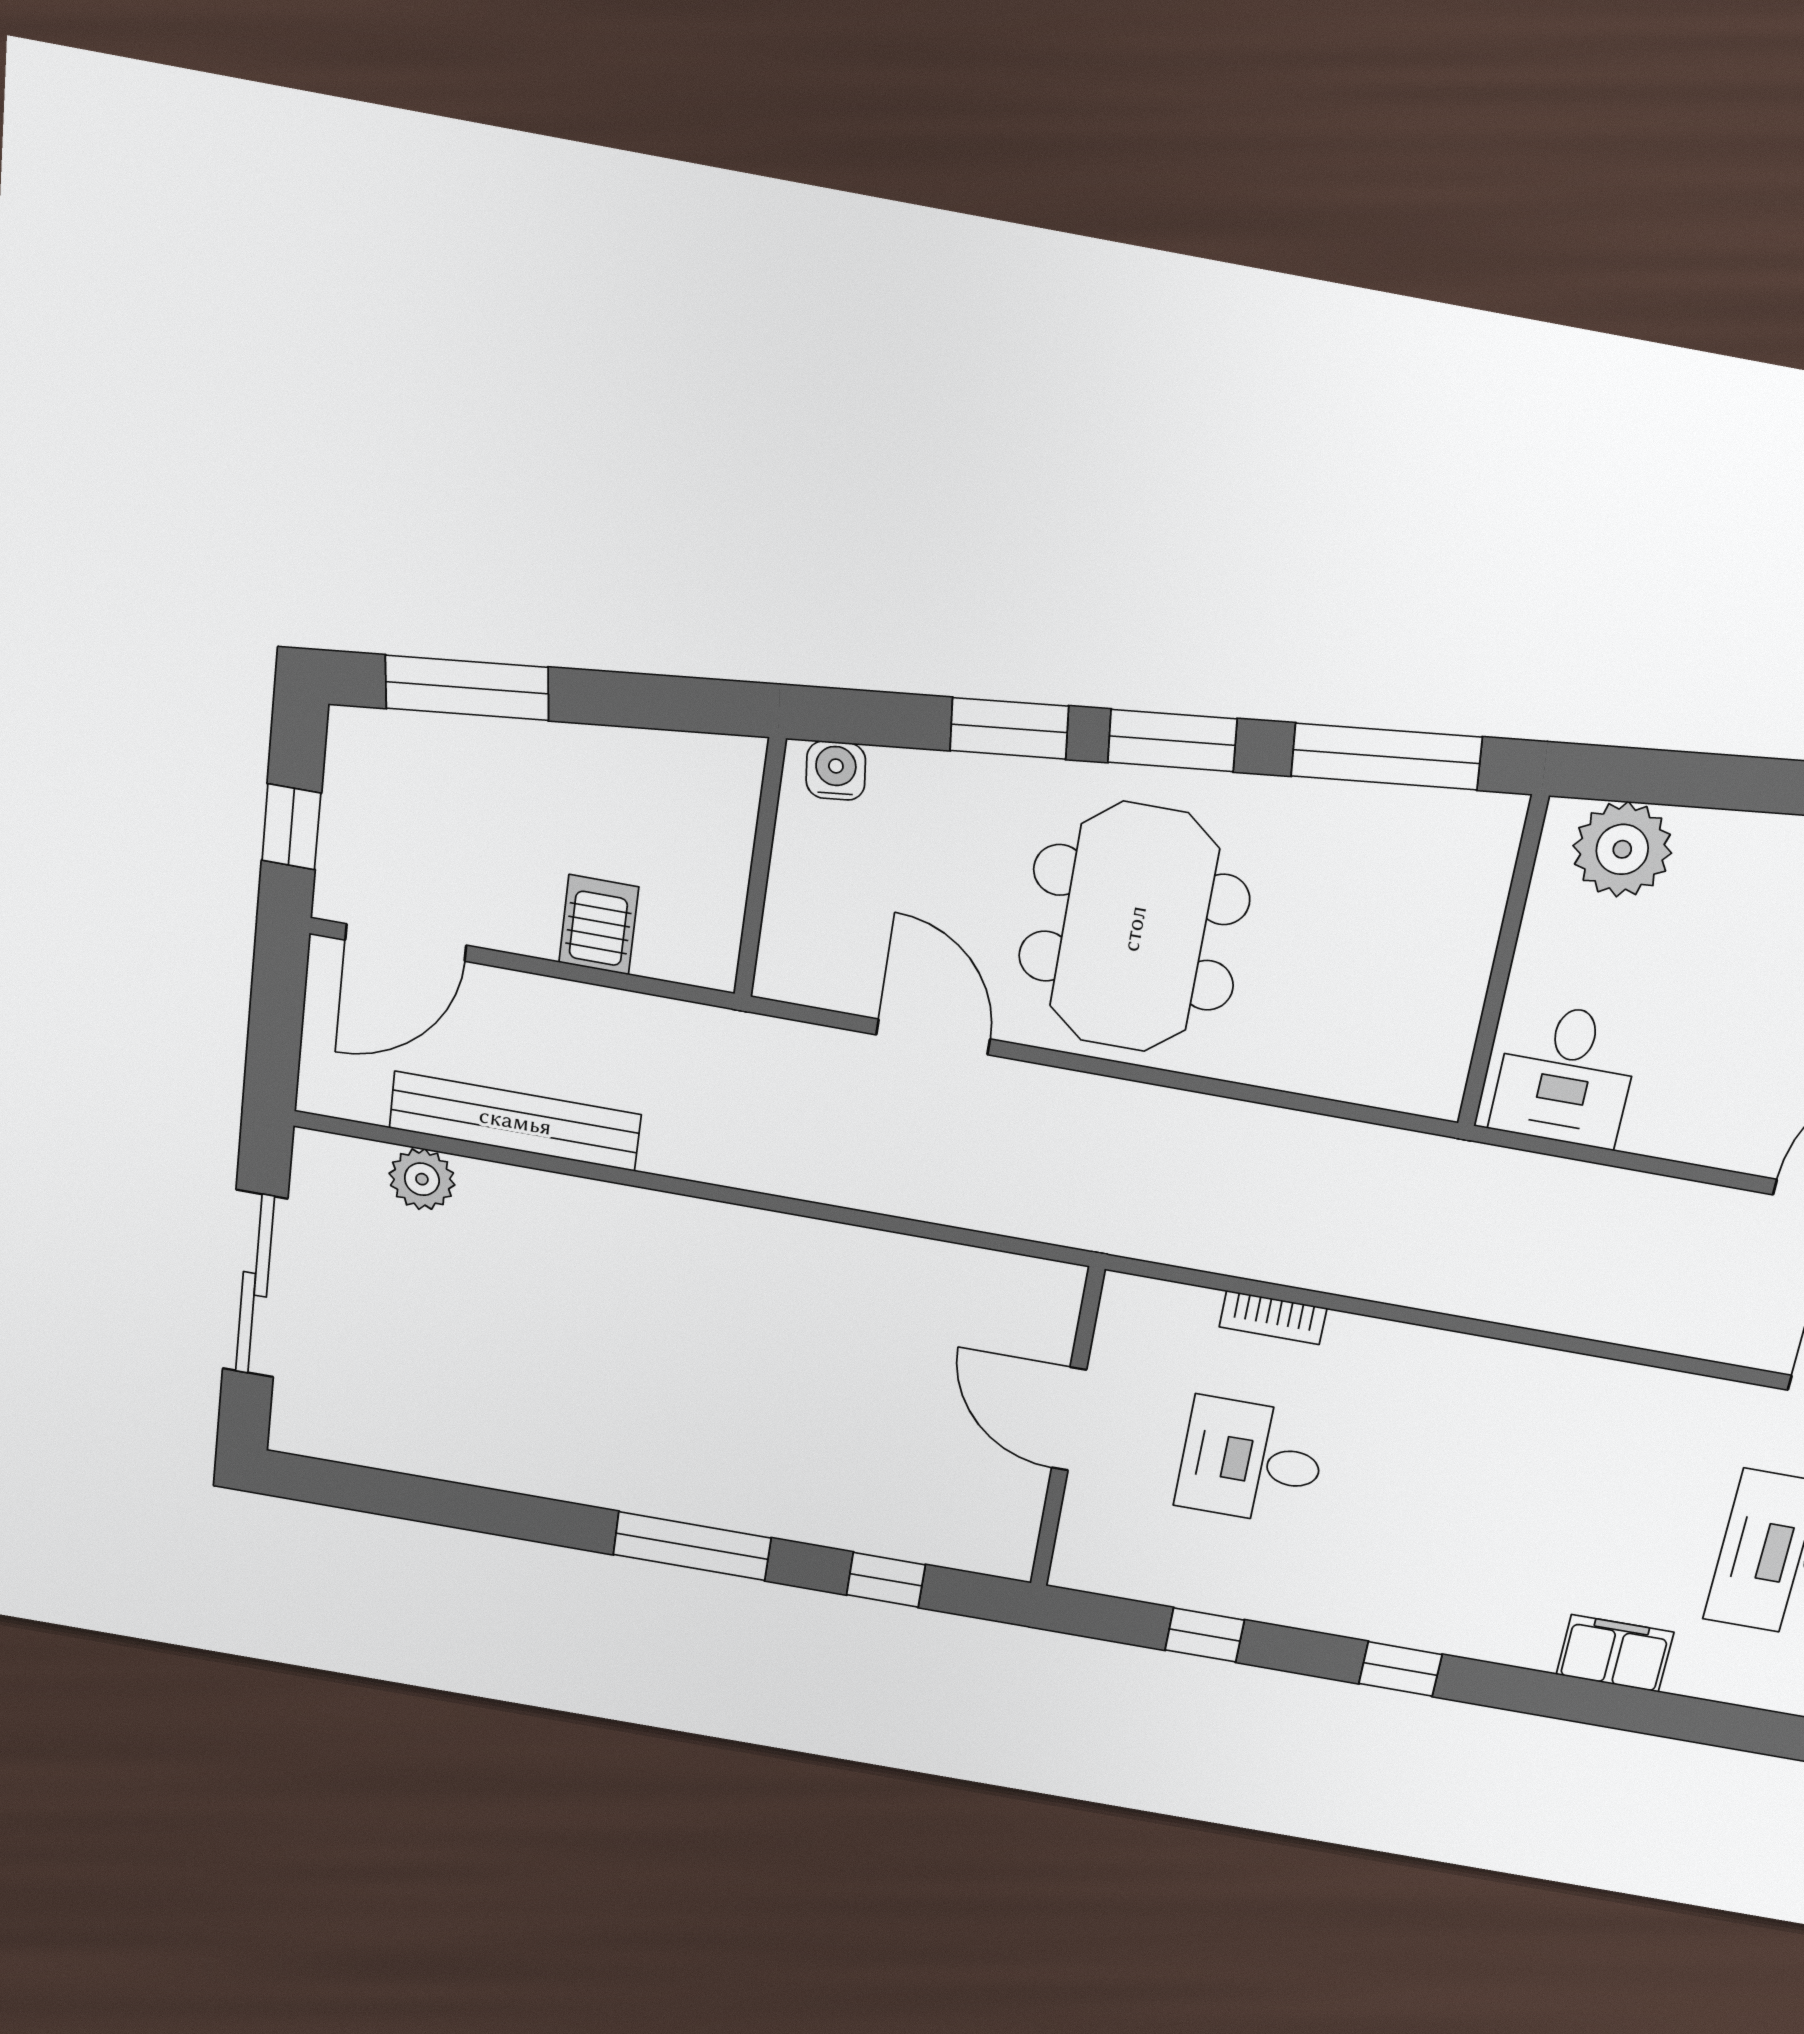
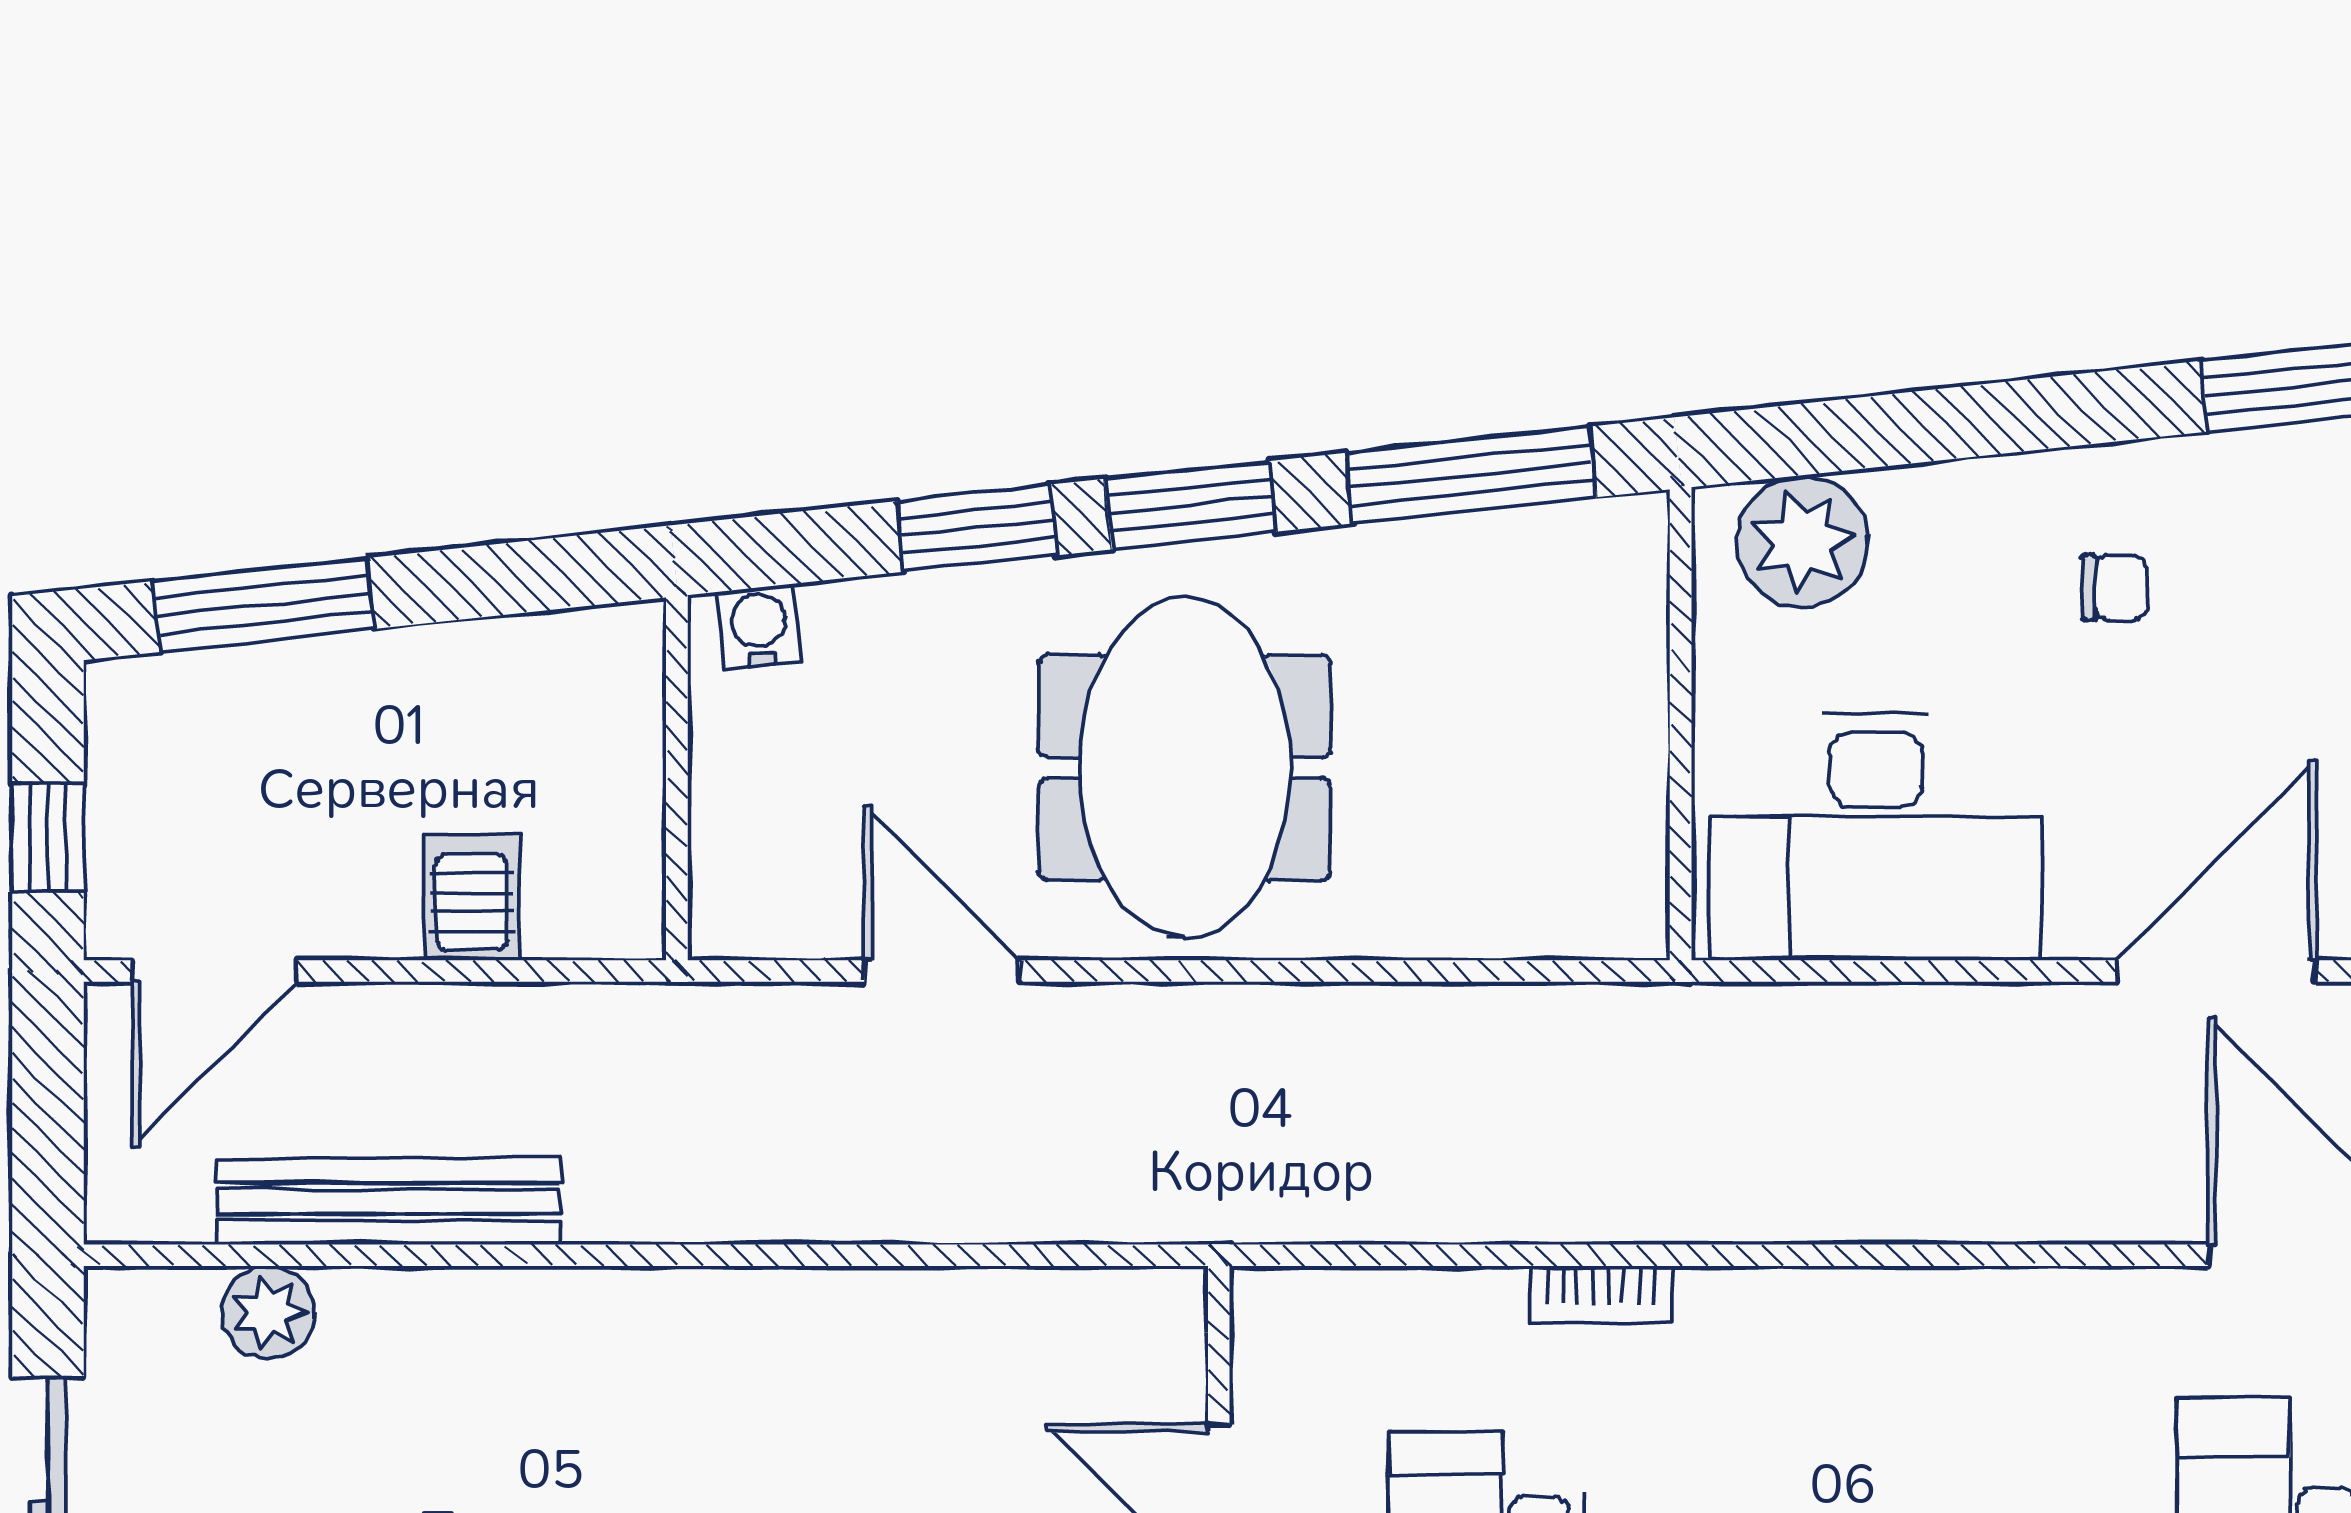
desk: (1566, 1075) -> (1876, 837), width x1.87, depth x1.30
bookcase: (1273, 1318) -> (1601, 1295), moved

